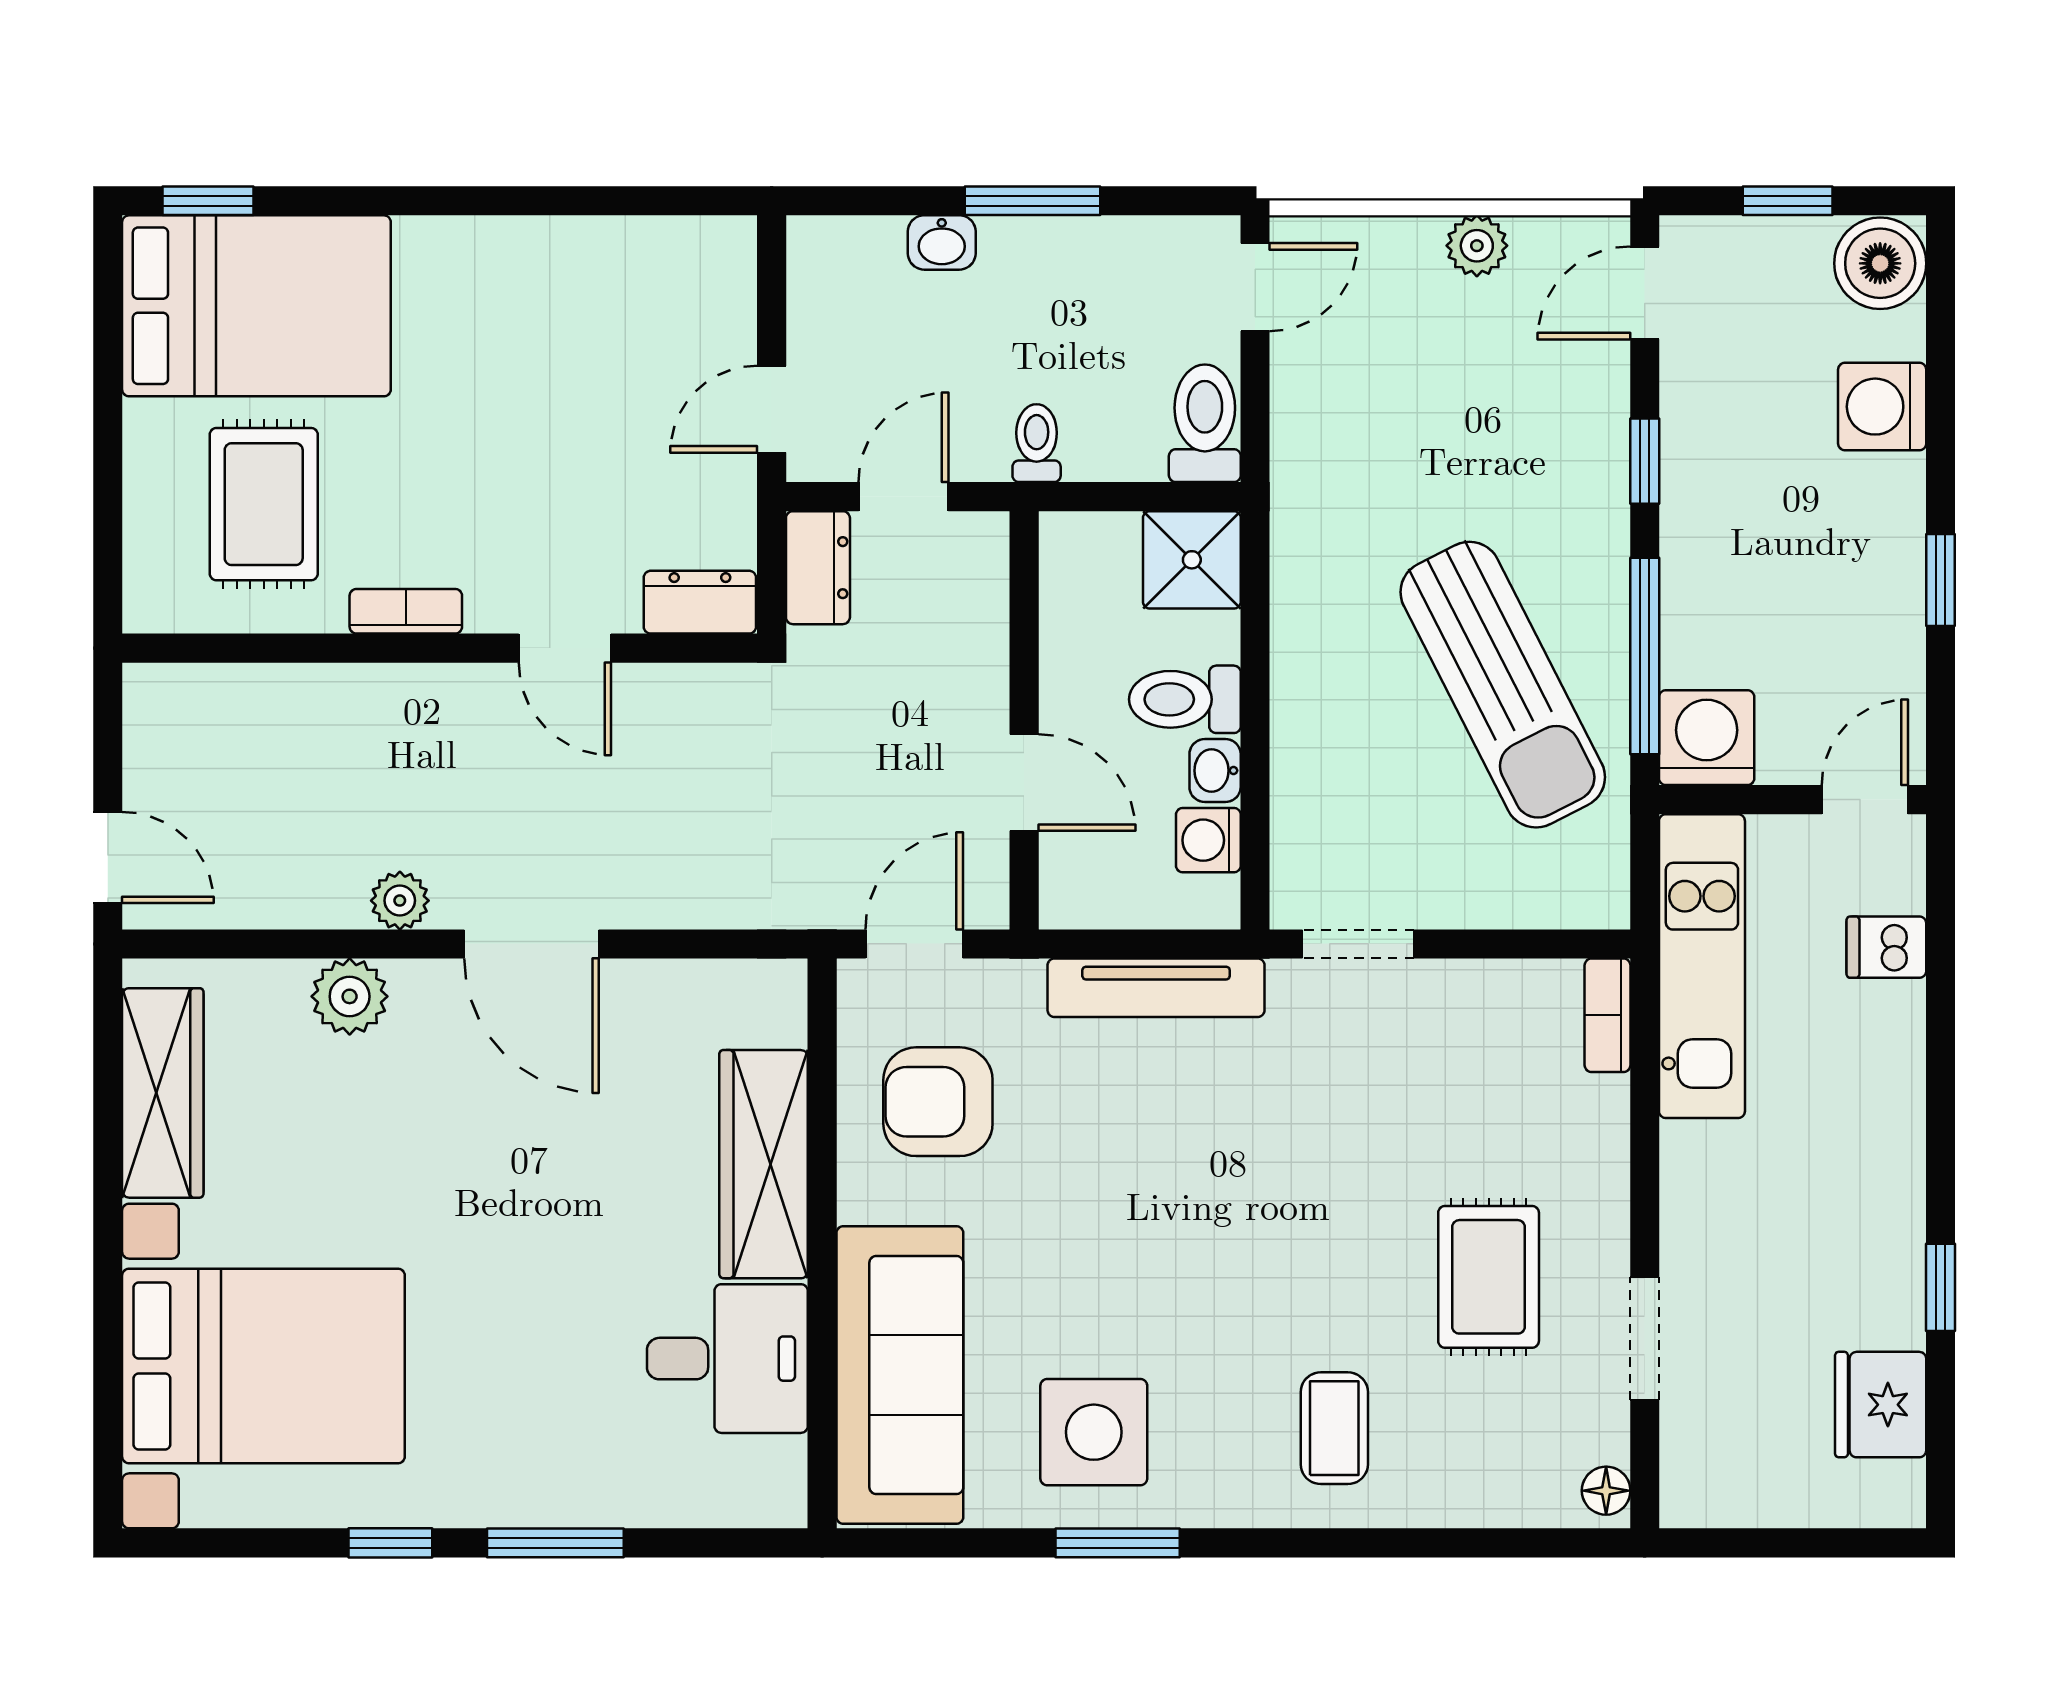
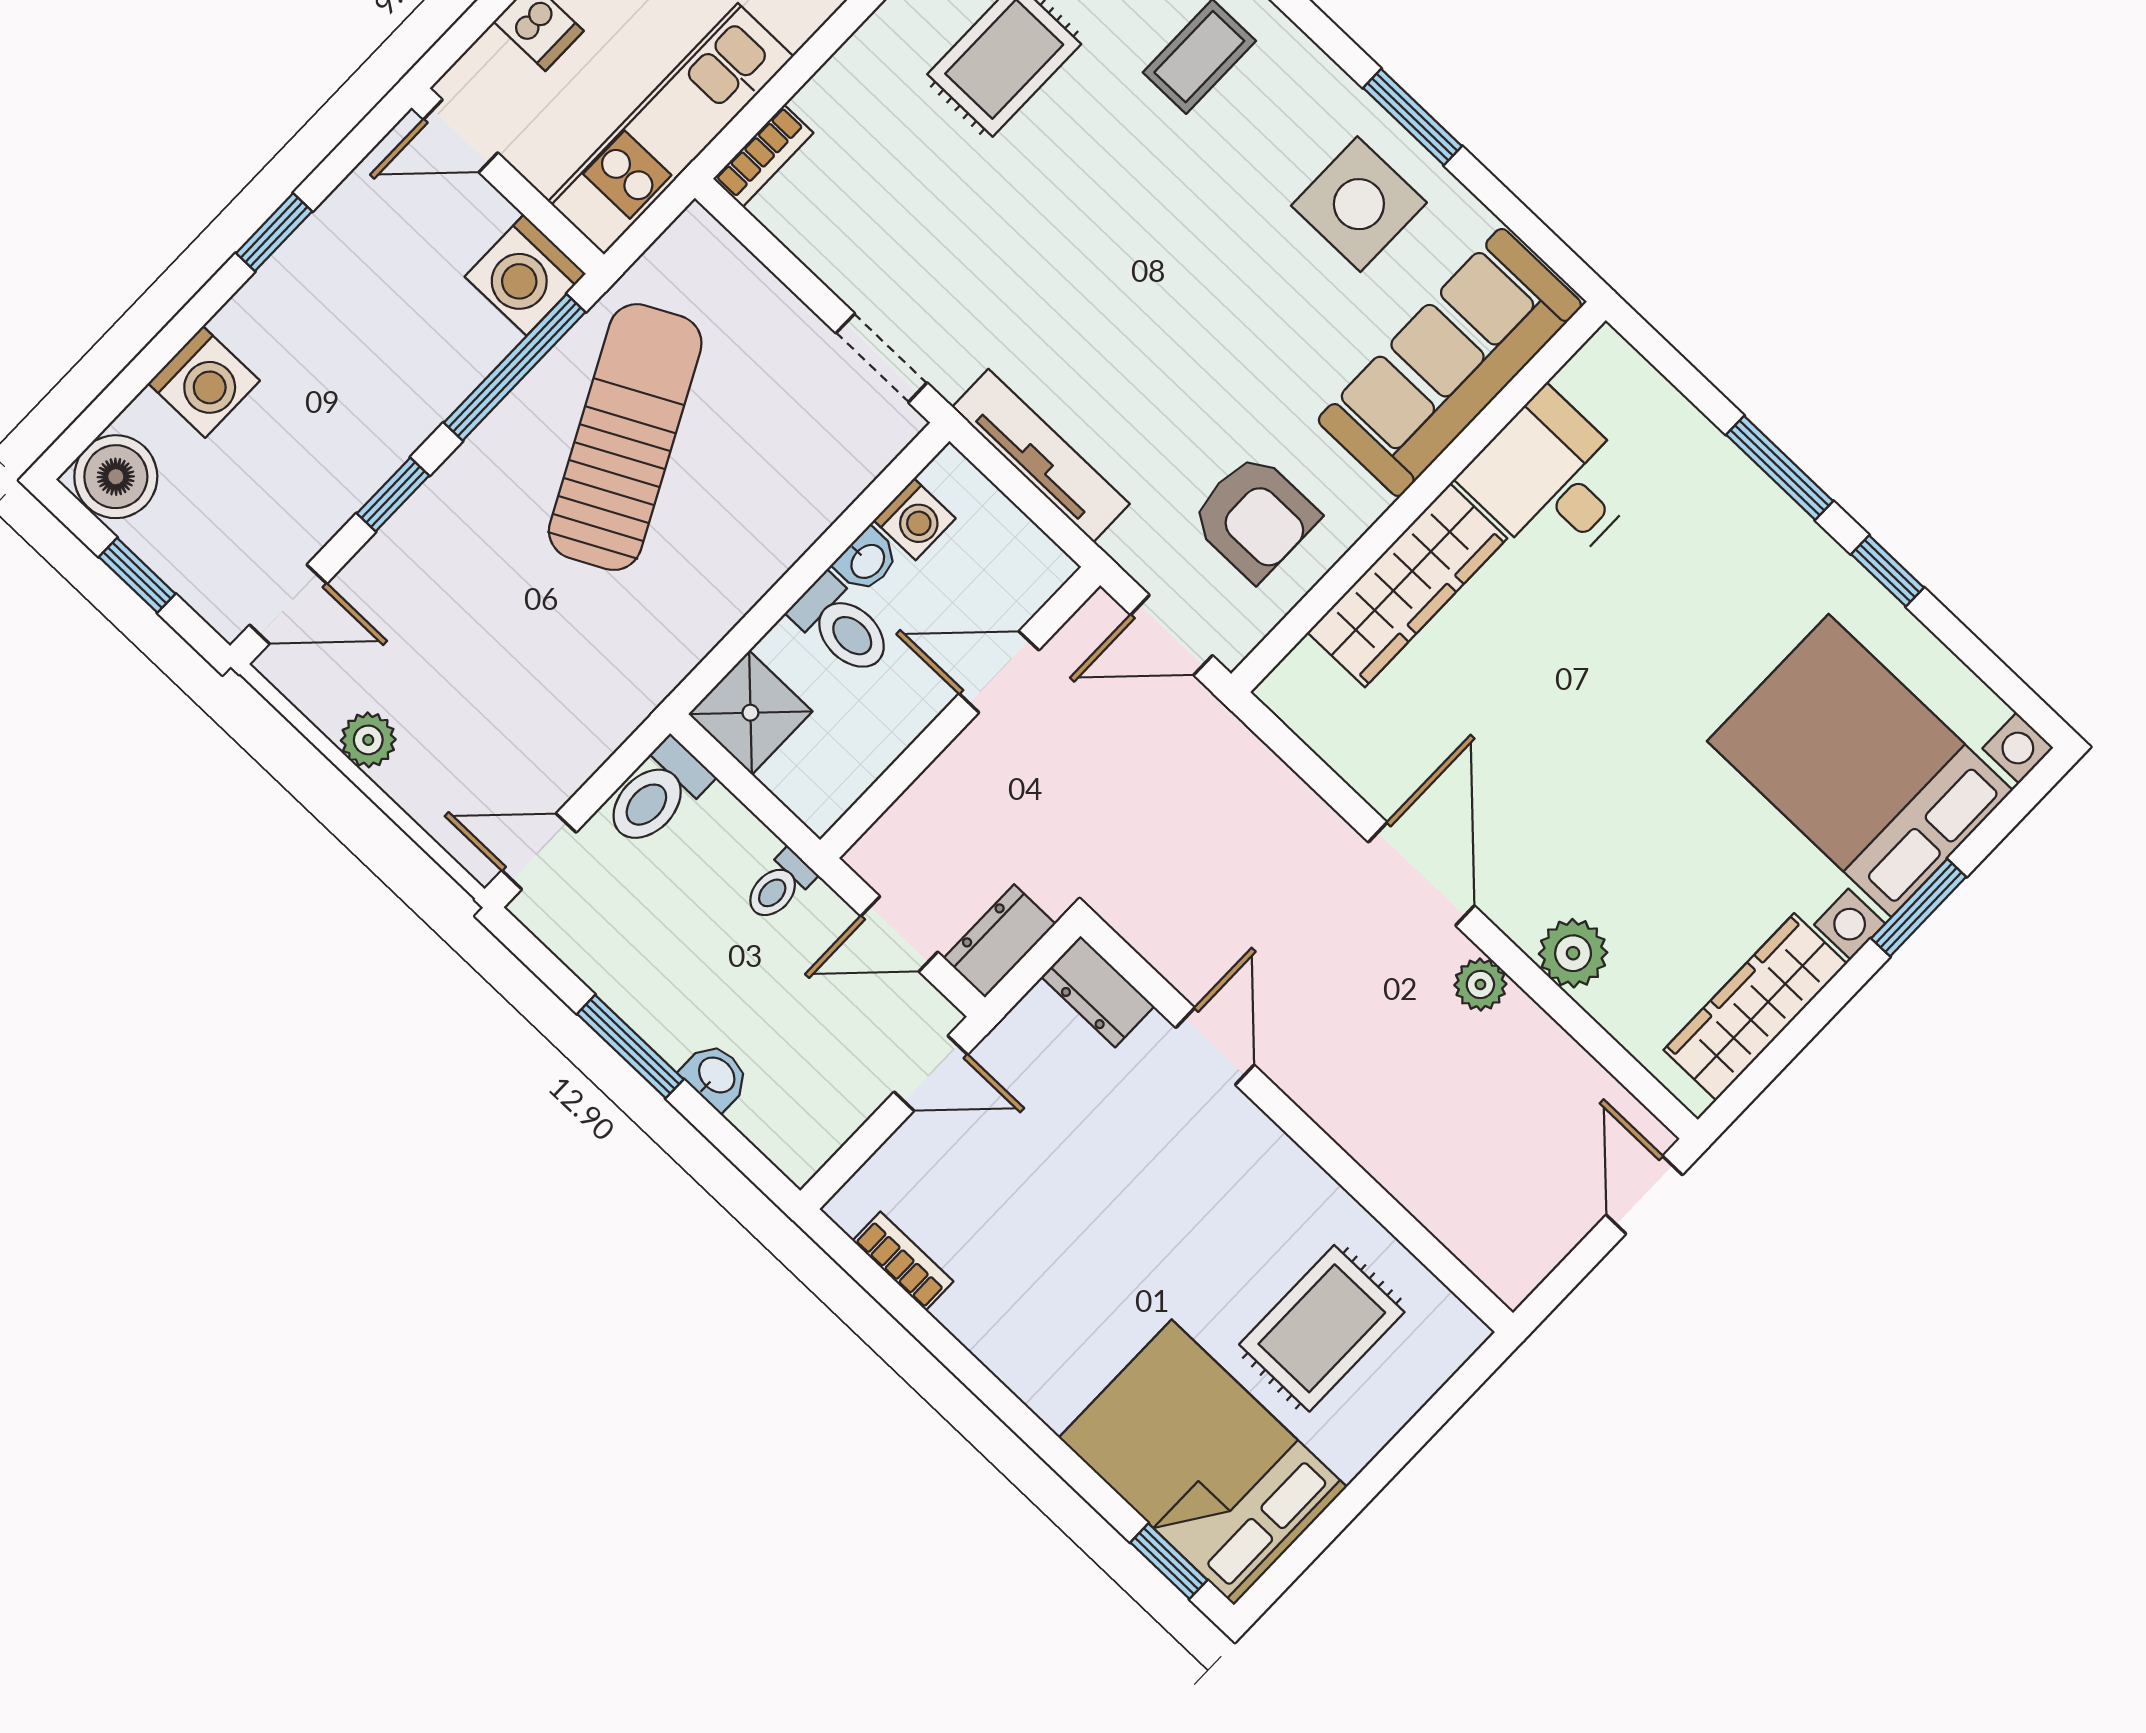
bookcase: (406, 611) -> (903, 1261), moved, turned 180
door: (1024, 783) -> (999, 672), hinge flipped
window: (108, 1297) -> (1919, 908), added

